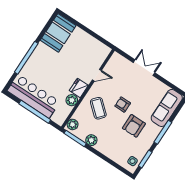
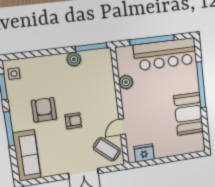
booth: (58, 33) -> (189, 114), moved
fridge: (79, 88) -> (144, 153), moved, turned -90
coffee table: (98, 108) -> (107, 149), moved
plant: (73, 124) -> (105, 59), removed

